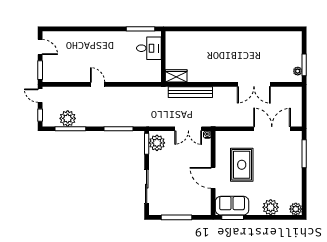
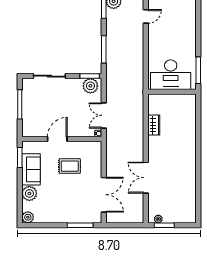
desk: (149, 48) -> (171, 75), width x1.87, depth x1.30
wardrobe: (176, 76) -> (154, 125), moved
door: (98, 84) -> (146, 16), moved
bench: (190, 92) -> (139, 117), removed
rug: (242, 165) -> (70, 166), width x0.73, depth x0.70
sofa: (232, 206) -> (31, 169), moved

